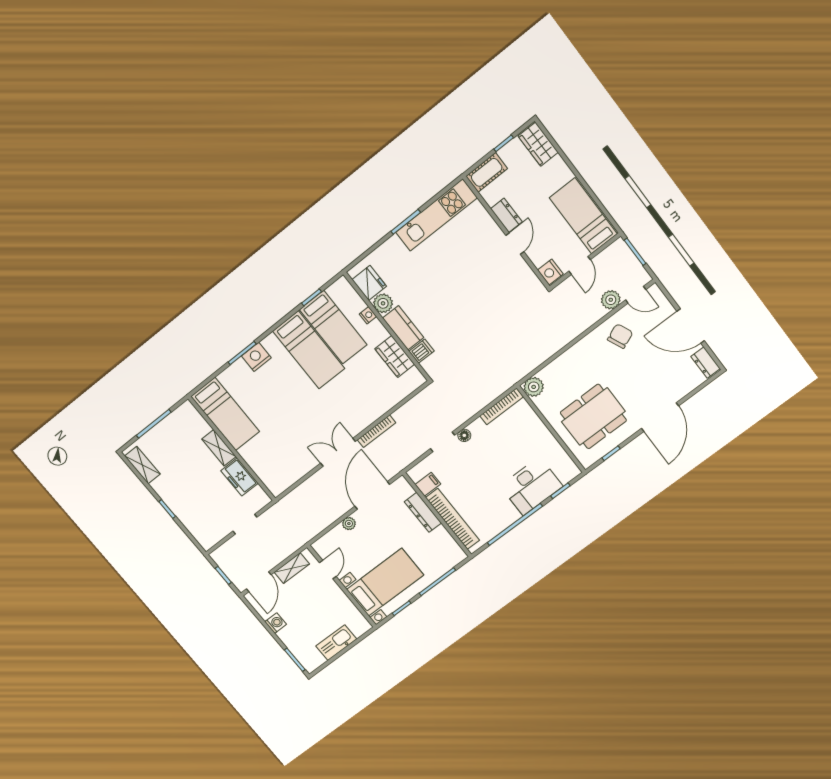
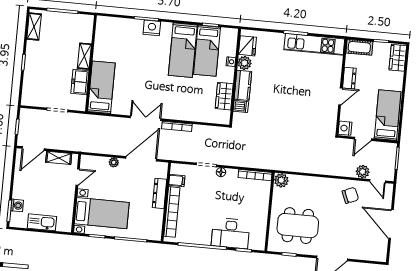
dresser: (706, 363) -> (381, 251), removed
bed: (225, 414) -> (101, 87), moved, turned 180
washing machine: (276, 623) -> (17, 205), moved

